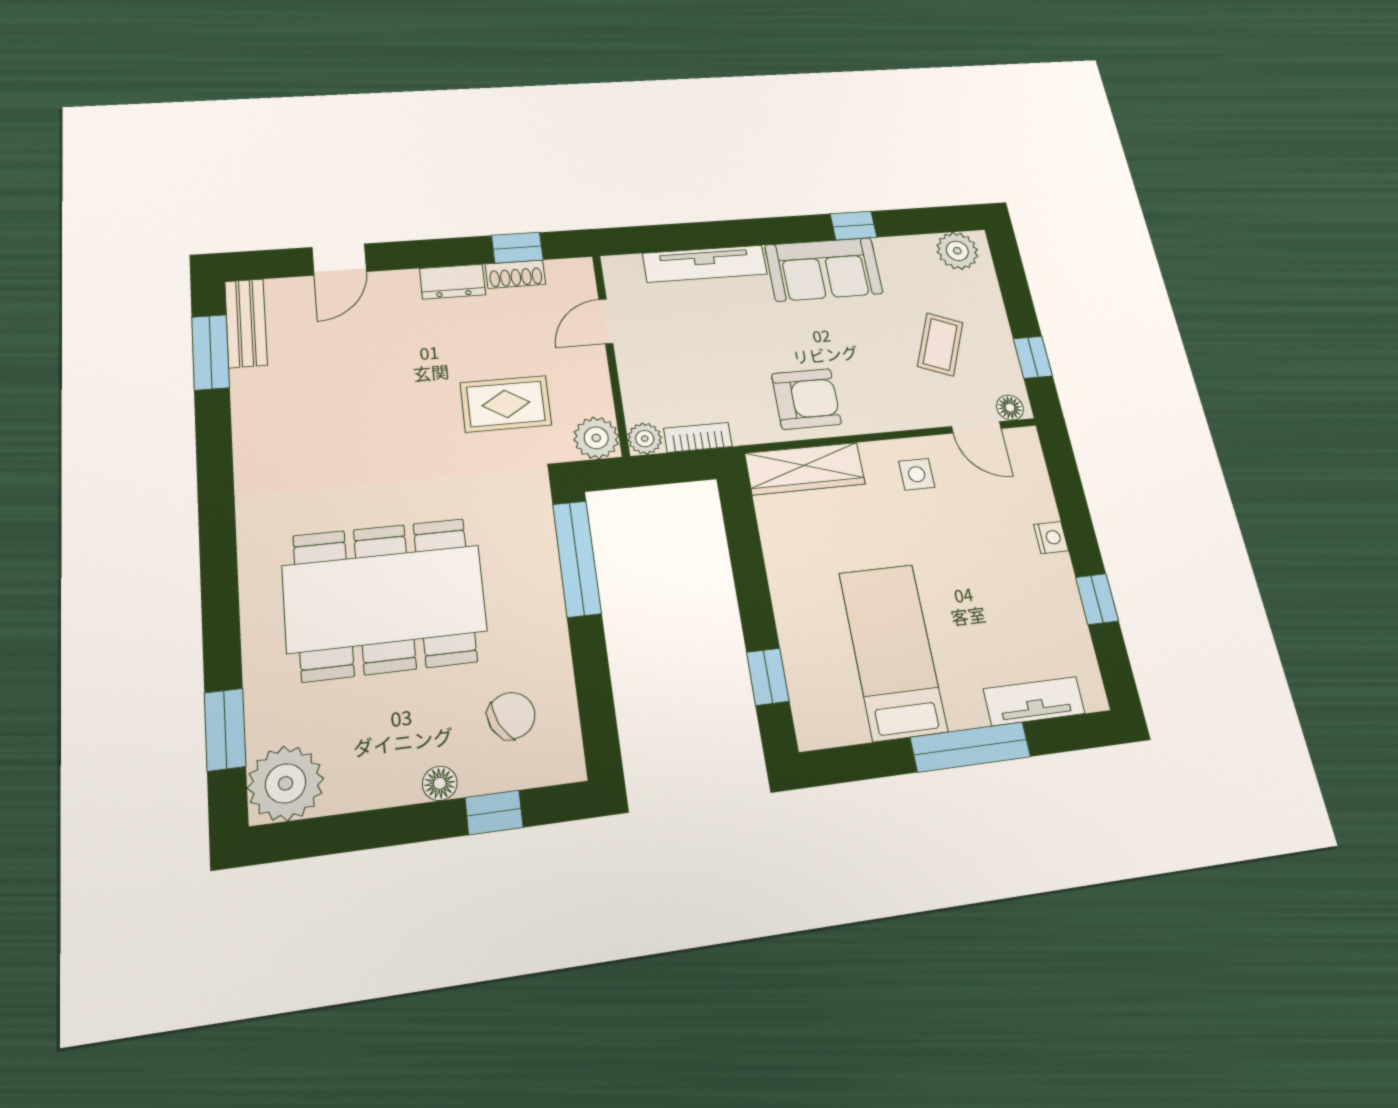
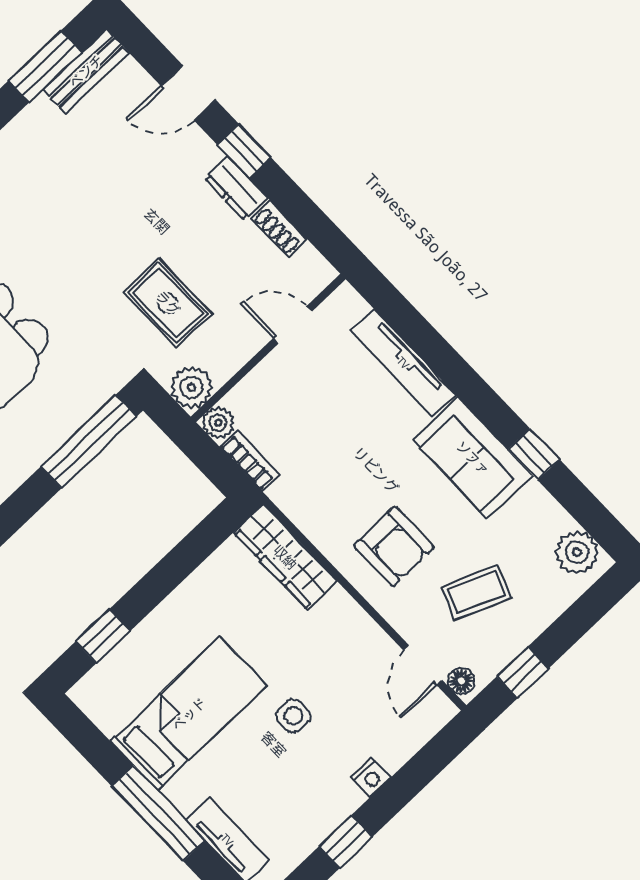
window: (517, 248) -> (244, 151), moved
armchair: (806, 399) -> (394, 546), moved
side table: (917, 474) -> (293, 716), moved

